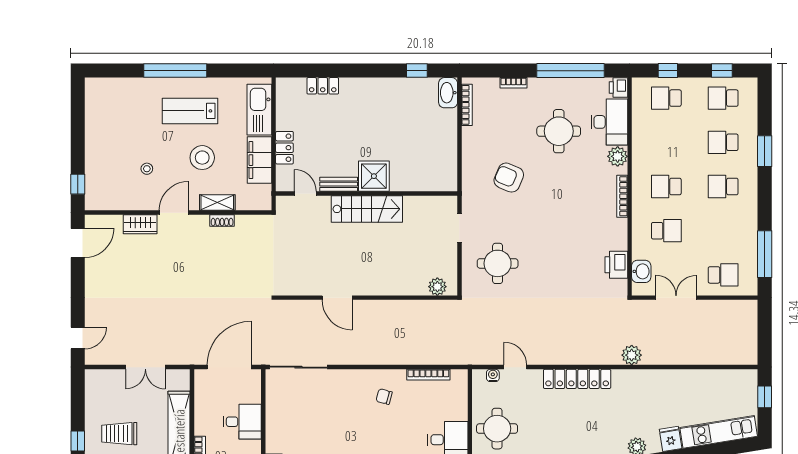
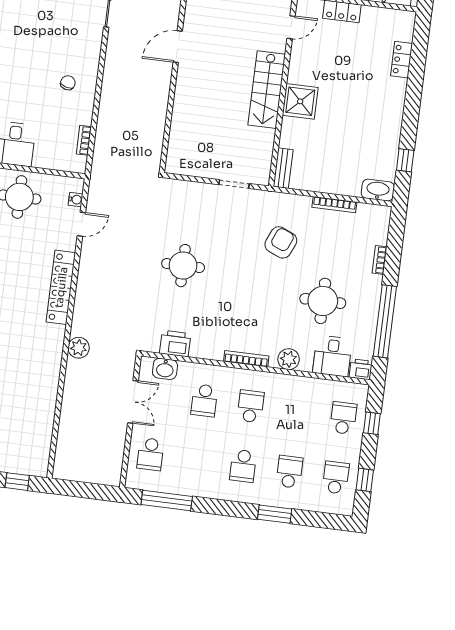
bookcase: (467, 105) -> (334, 205), moved
desk: (609, 122) -> (332, 356), width x0.73
bench: (339, 184) -> (283, 168), moved
school desk: (723, 186) -> (243, 466), turned 180
round table: (498, 263) -> (183, 266), moved
plant: (437, 287) -> (176, 153), removed
bookcase: (428, 375) -> (84, 140), width x0.64

